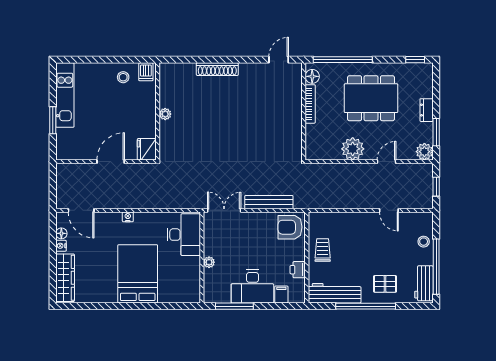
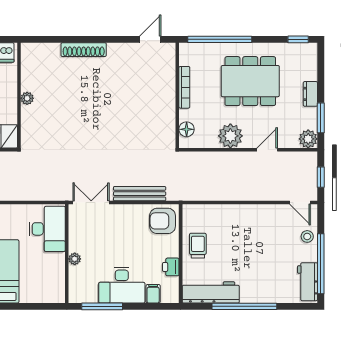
floor lamp: (312, 76) -> (187, 129), moved
door: (389, 210) -> (300, 203), moved
pallet: (385, 284) -> (265, 282), removed

